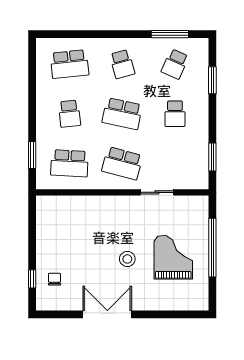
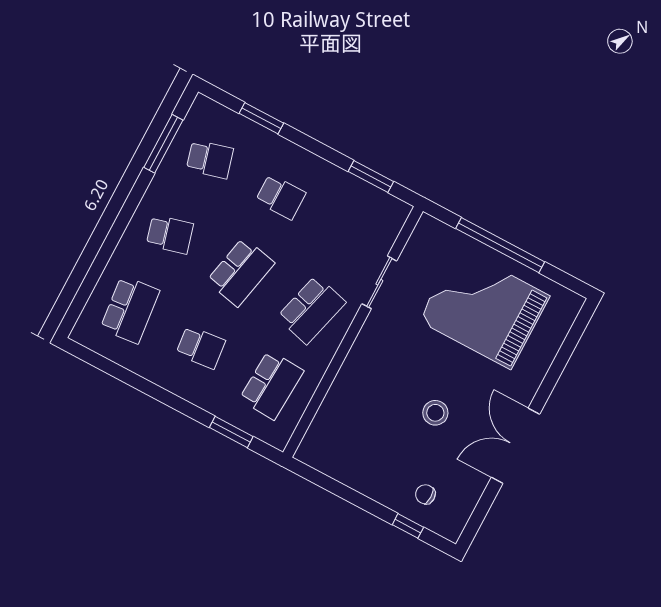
school desk: (175, 64) -> (210, 159), turned -39
grand piano: (173, 257) -> (484, 308), width x1.37, depth x1.48
stool: (127, 259) -> (435, 413), moved

